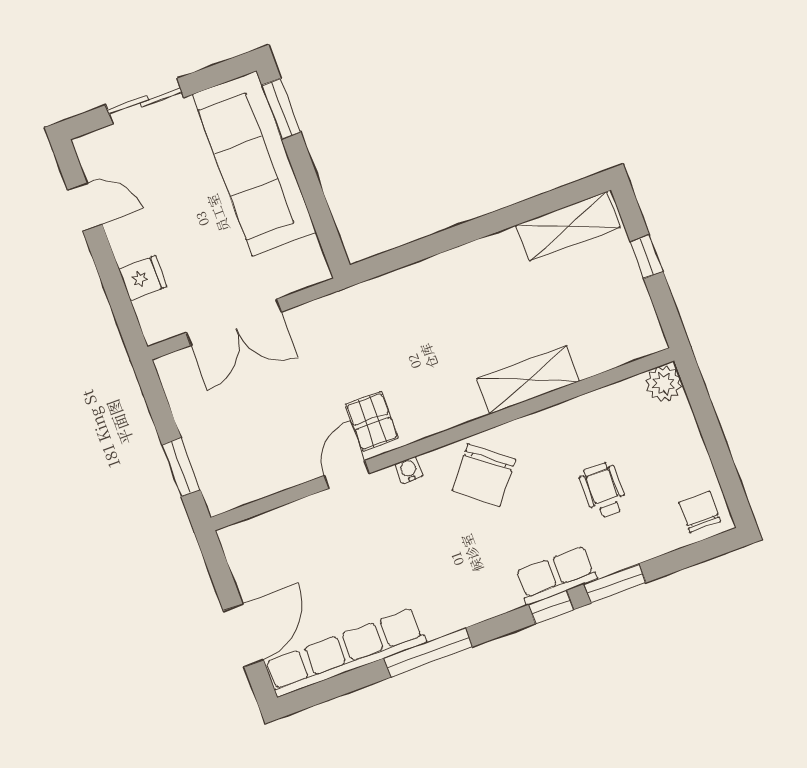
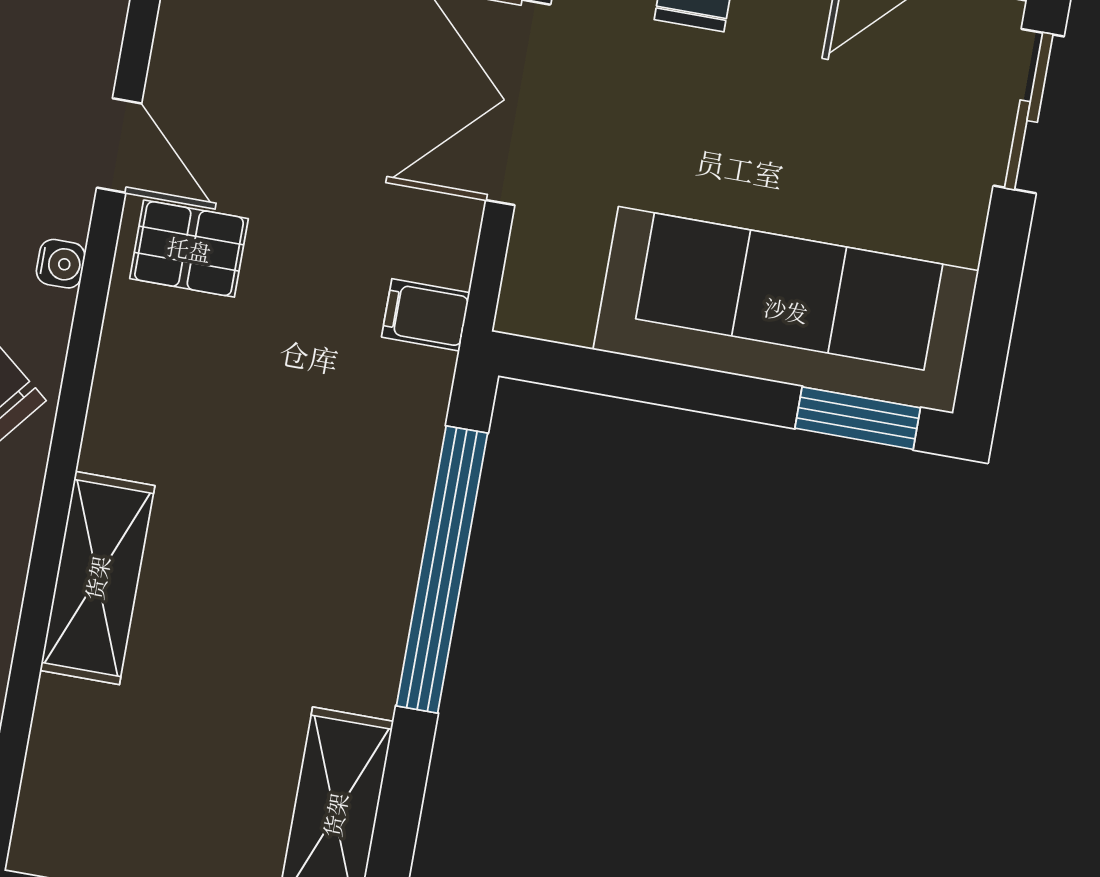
sliding door: (145, 101) -> (1029, 111), moved
window: (442, 242) -> (442, 569), added
filing cabinet: (342, 309) -> (426, 315), added

